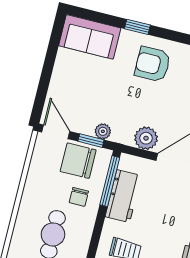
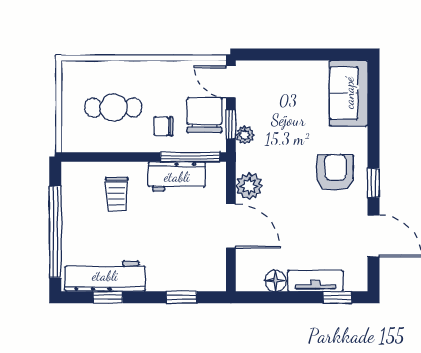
window: (137, 27) -> (373, 183), moved
door: (56, 132) -> (231, 82), swing flipped

